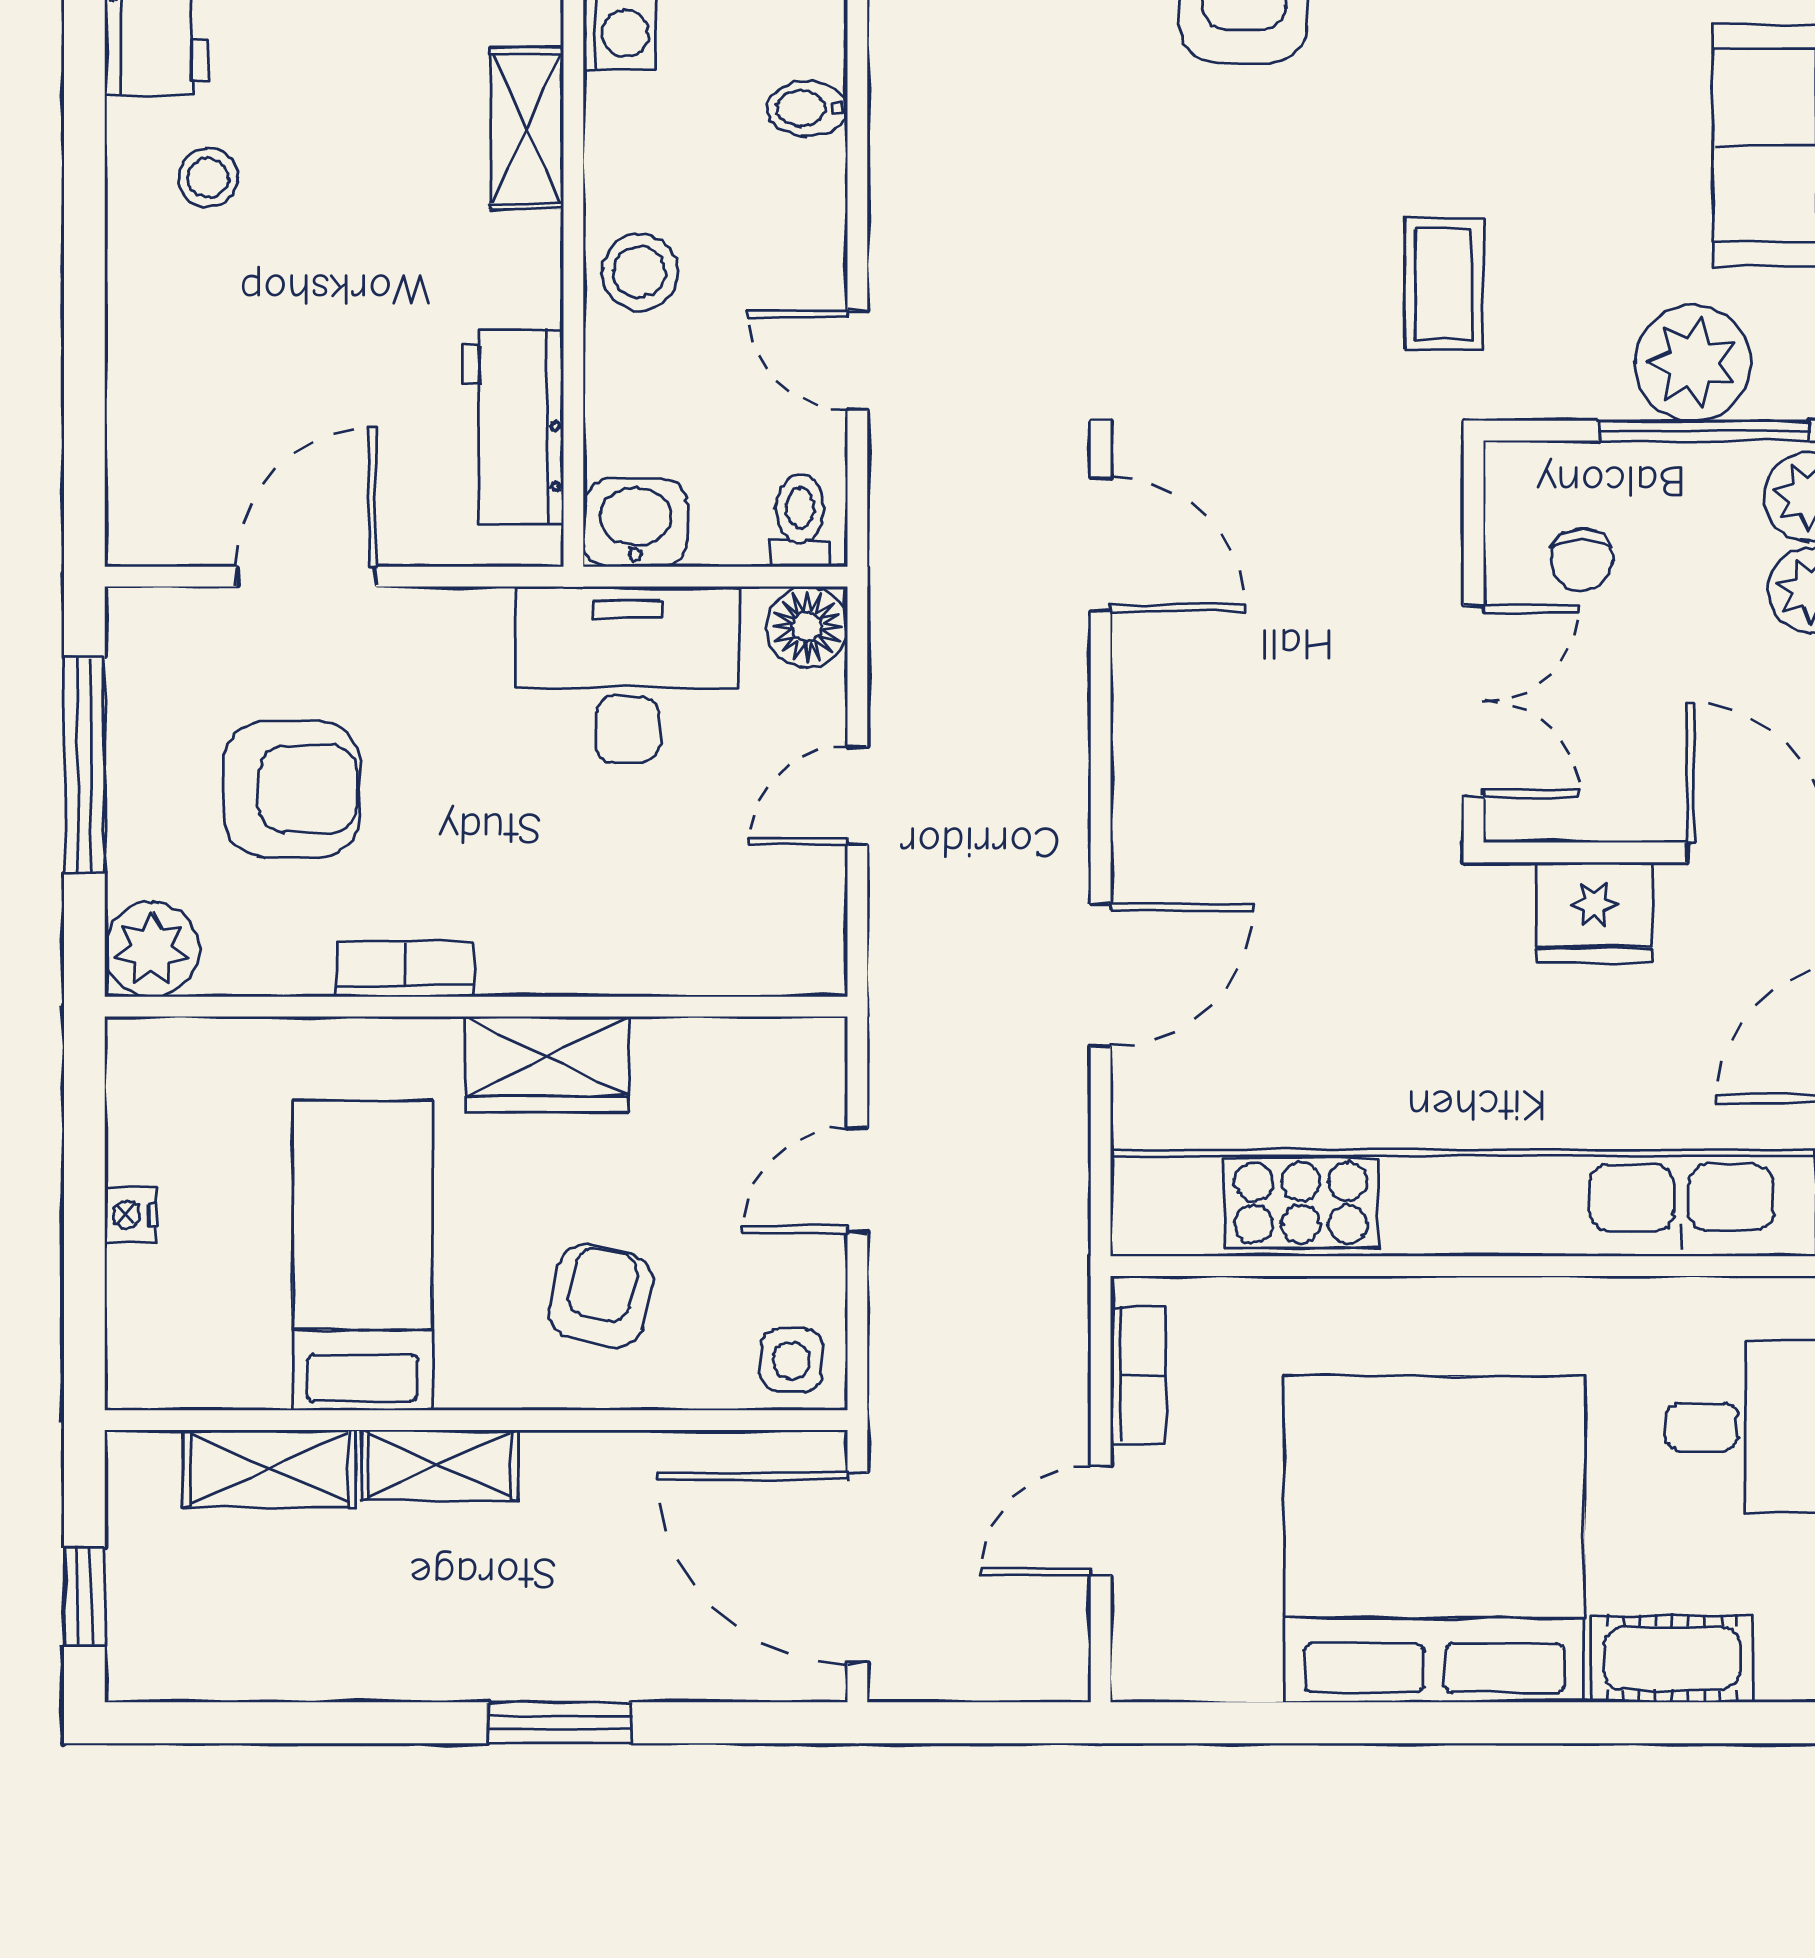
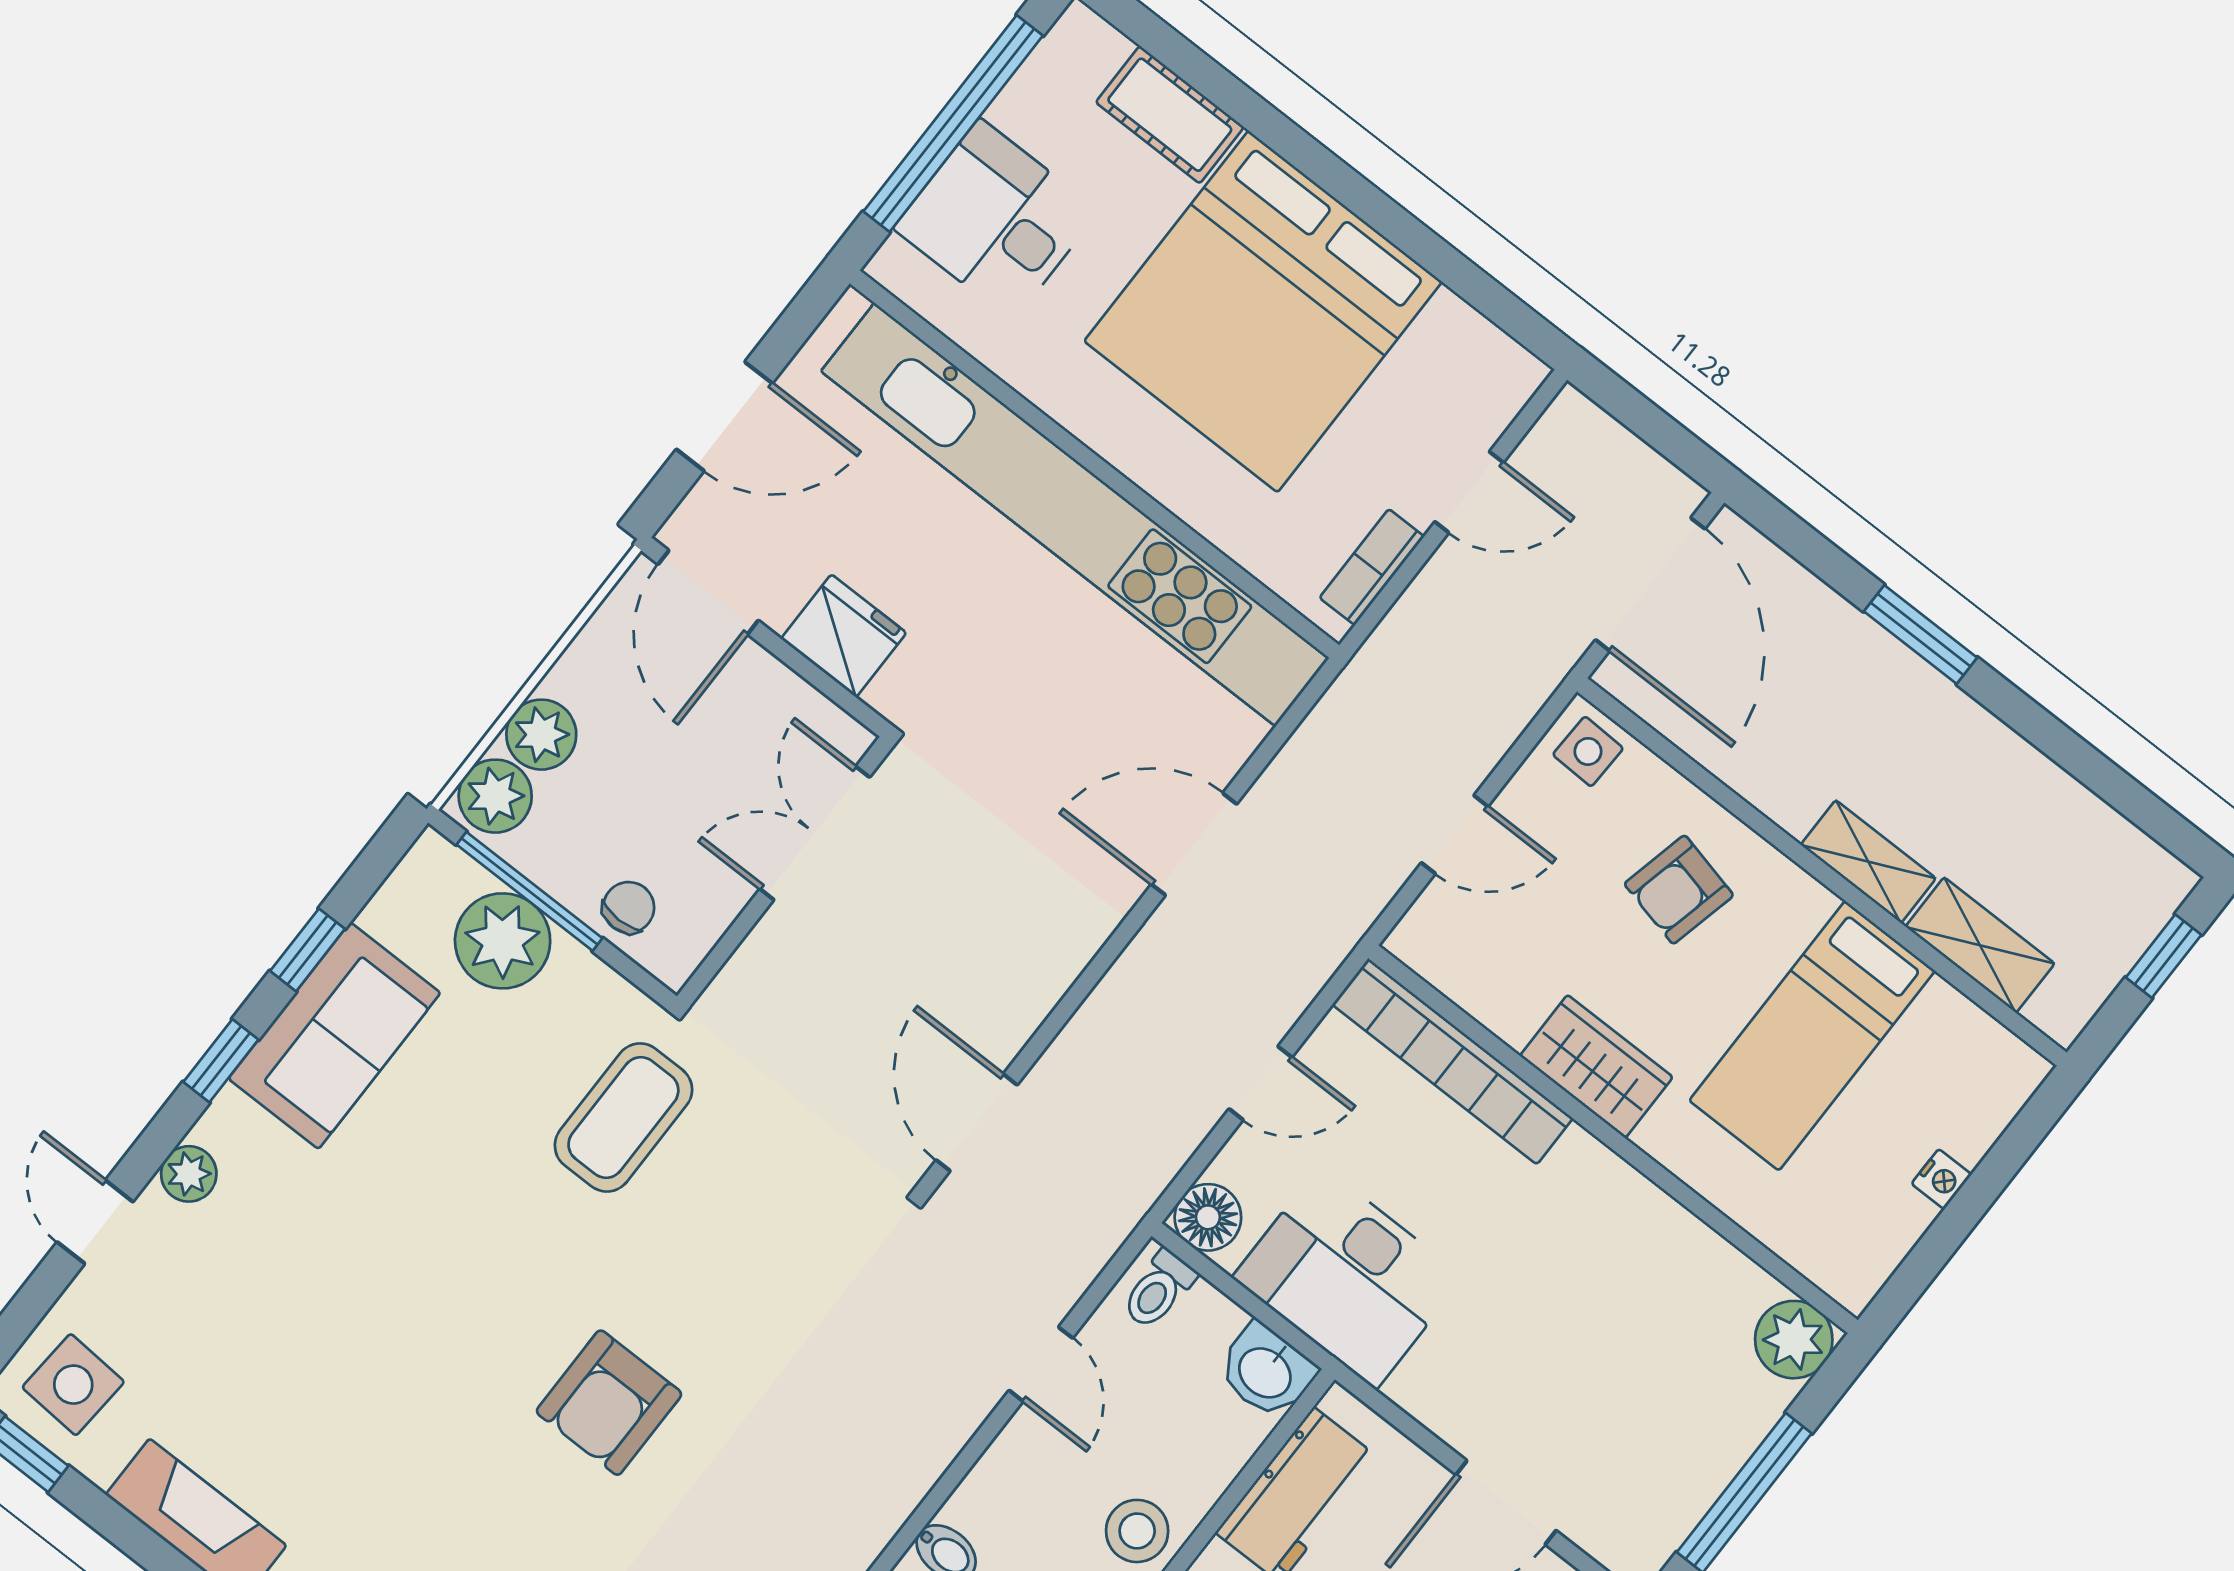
coffee table: (1444, 284) -> (623, 1117), width x1.36, depth x1.30
chair: (1581, 560) -> (629, 907), moved
armchair: (292, 789) -> (1622, 1373), removed
bookcase: (405, 969) -> (1453, 1061), moved, width x2.31, depth x1.31

